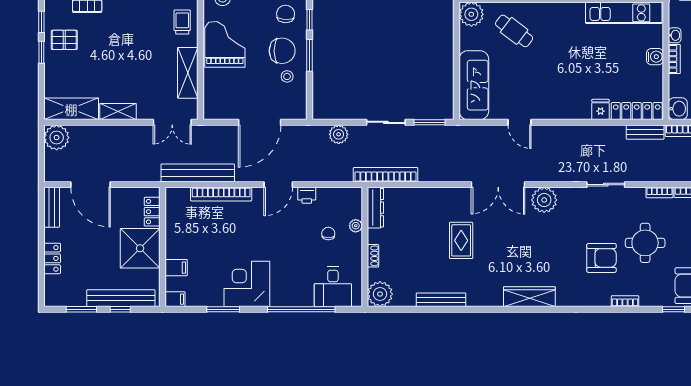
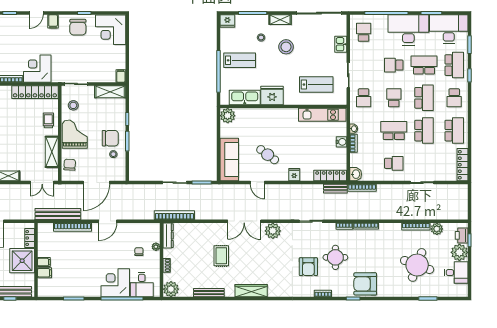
chair: (286, 14) -> (70, 165), moved
cafe table: (514, 31) -> (268, 155), moved
fridge: (600, 109) -> (294, 175), moved
plant: (339, 134) -> (145, 190), removed
printer: (307, 195) -> (125, 228), removed
armchair: (602, 258) -> (308, 267), turned 90
corner desk: (247, 284) -> (115, 283), moved
wardrobe: (529, 297) -> (251, 291), moved
filing cabinet: (175, 299) -> (44, 262), moved

